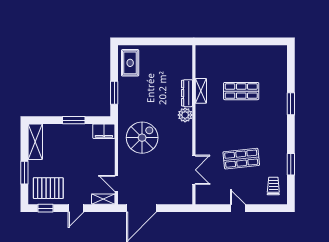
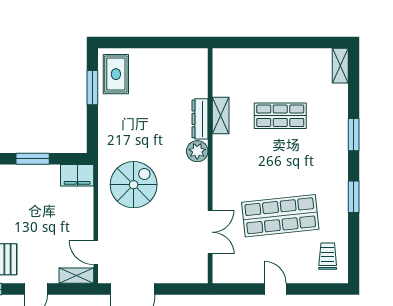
shelving: (282, 57) -> (340, 66), added
window: (114, 93) -> (92, 88), moved
shop shelf: (241, 159) -> (280, 216), width x1.43, depth x1.36
window: (291, 164) -> (354, 197), moved

